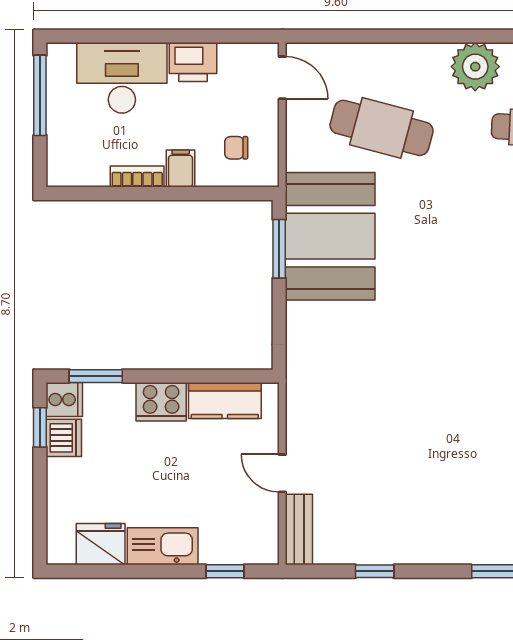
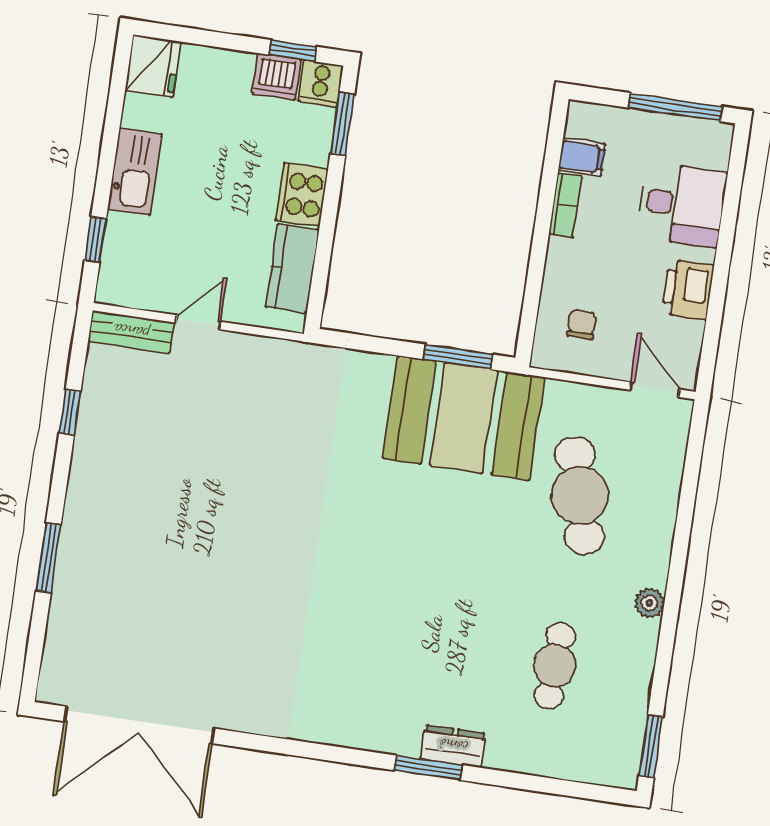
plant: (475, 67) -> (649, 603), width x0.53, depth x0.53
desk: (122, 78) -> (682, 205), width x0.73
door: (282, 78) -> (655, 390), swing flipped
cafe table: (382, 128) -> (580, 495), turned -30
filing cabinet: (181, 169) -> (582, 157), moved
fridge: (101, 544) -> (153, 66), moved

